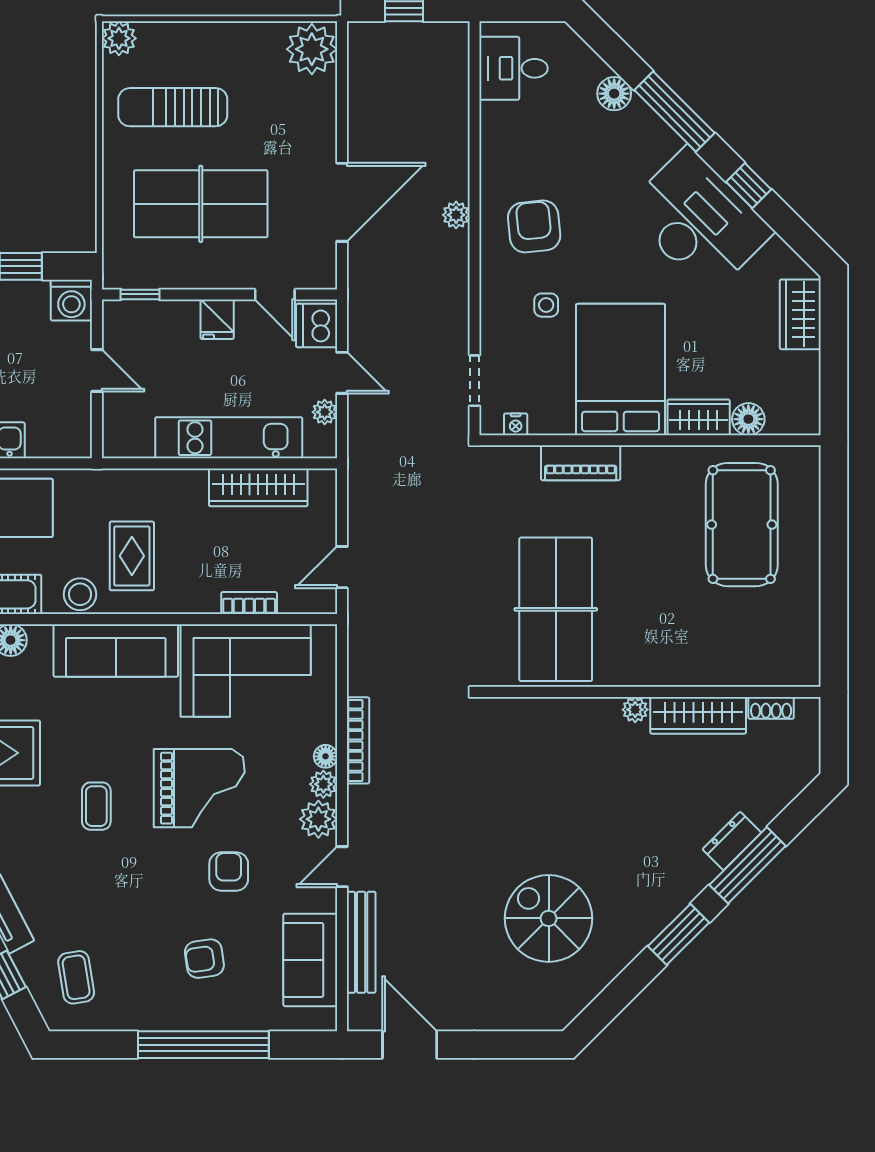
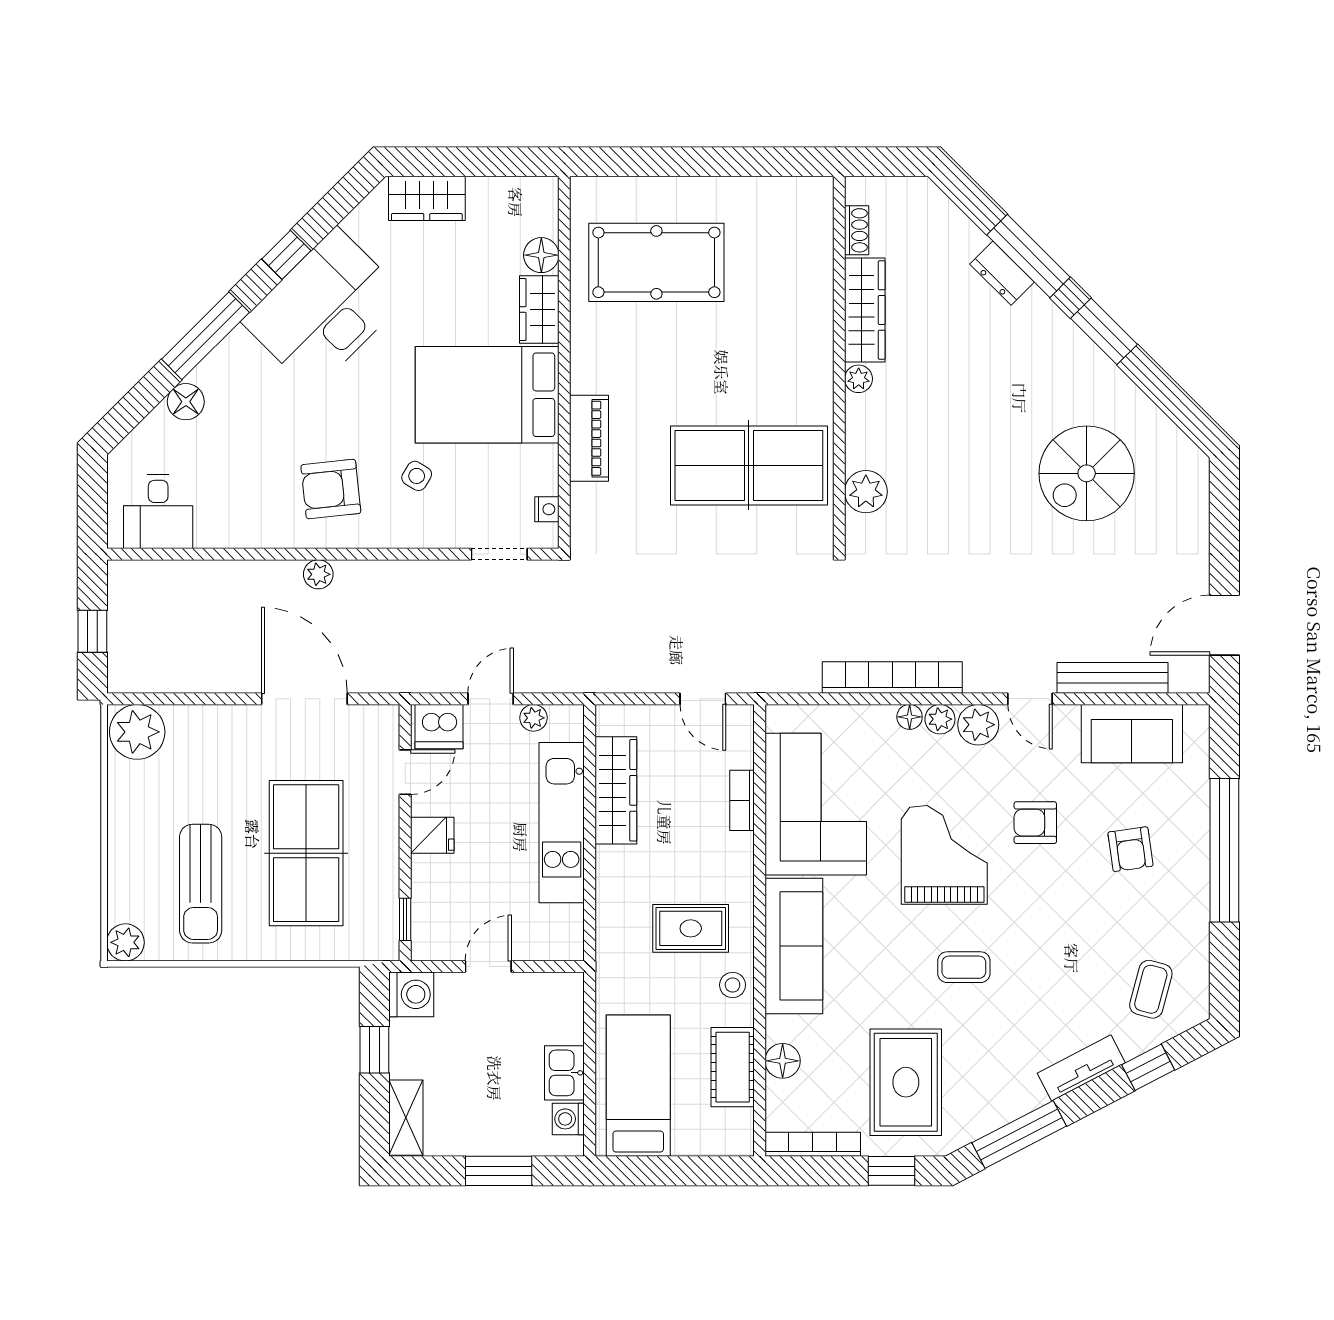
side table: (546, 305) -> (417, 476), turned 31
stool: (80, 594) -> (733, 985), width x0.73, depth x0.73
plant: (532, 716) -> (866, 492), added
bookcase: (358, 740) -> (892, 678), width x1.48, depth x1.31
coffee table: (76, 977) -> (1151, 989), turned -66

